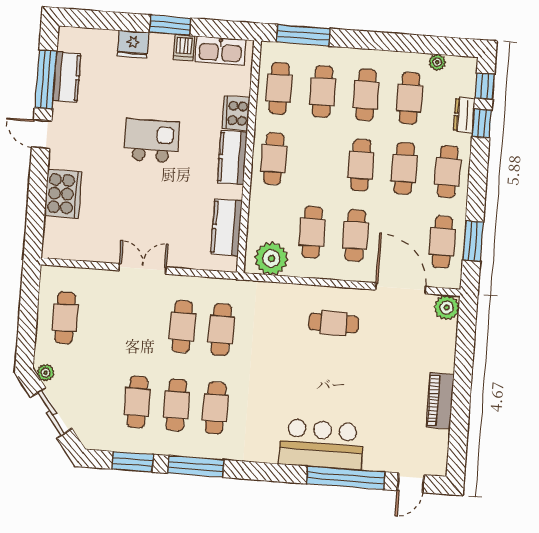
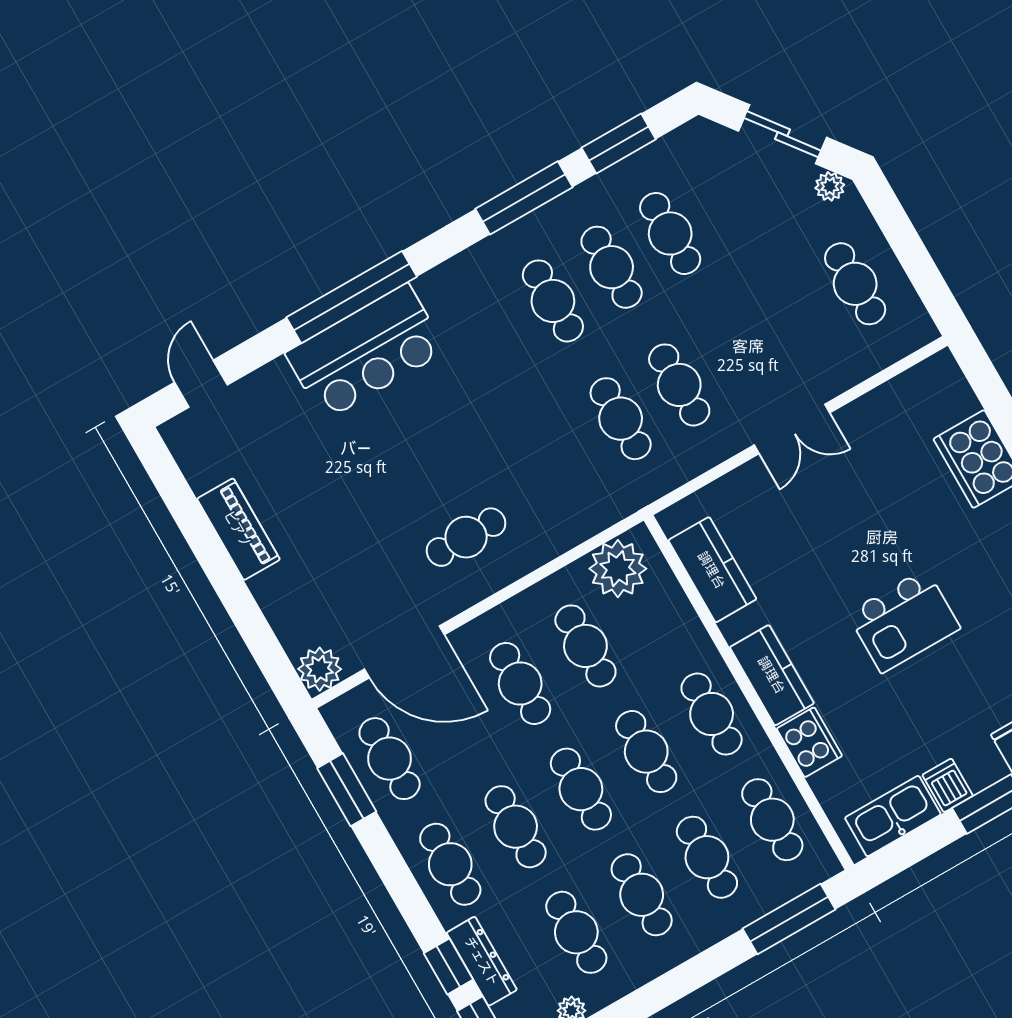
dresser: (464, 115) -> (482, 961), width x1.44
cafe table: (317, 162) -> (646, 752), added
window: (346, 478) -> (352, 297), moved

